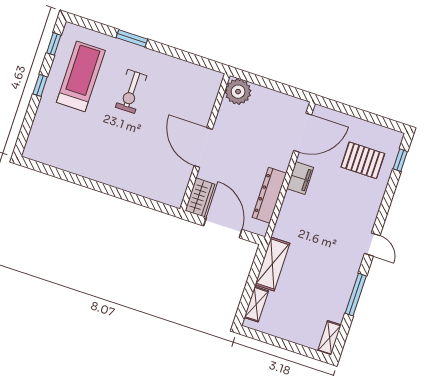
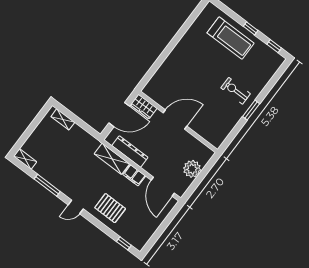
window: (132, 38) -> (251, 110), moved
treadmill: (81, 76) -> (231, 38), moved
exercise bike: (131, 91) -> (236, 91), moved
plant: (238, 92) -> (192, 169), moved
pallet: (363, 160) -> (110, 208), moved, turned 90
shelving: (272, 264) -> (112, 159), moved

